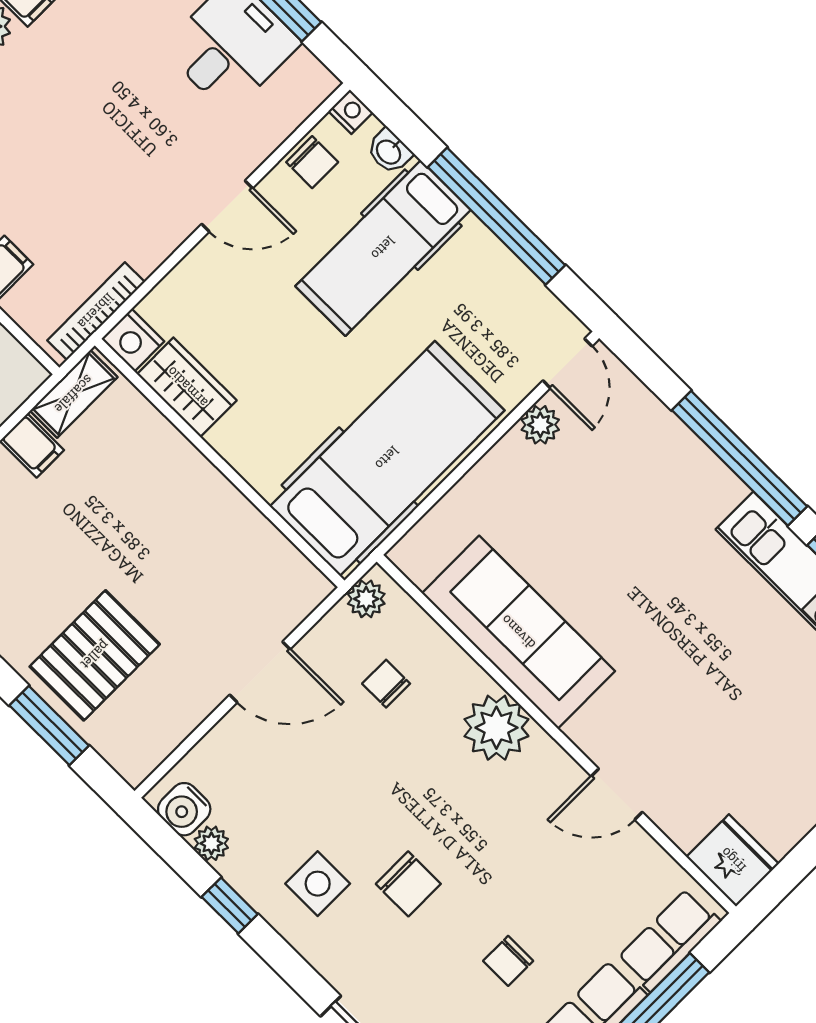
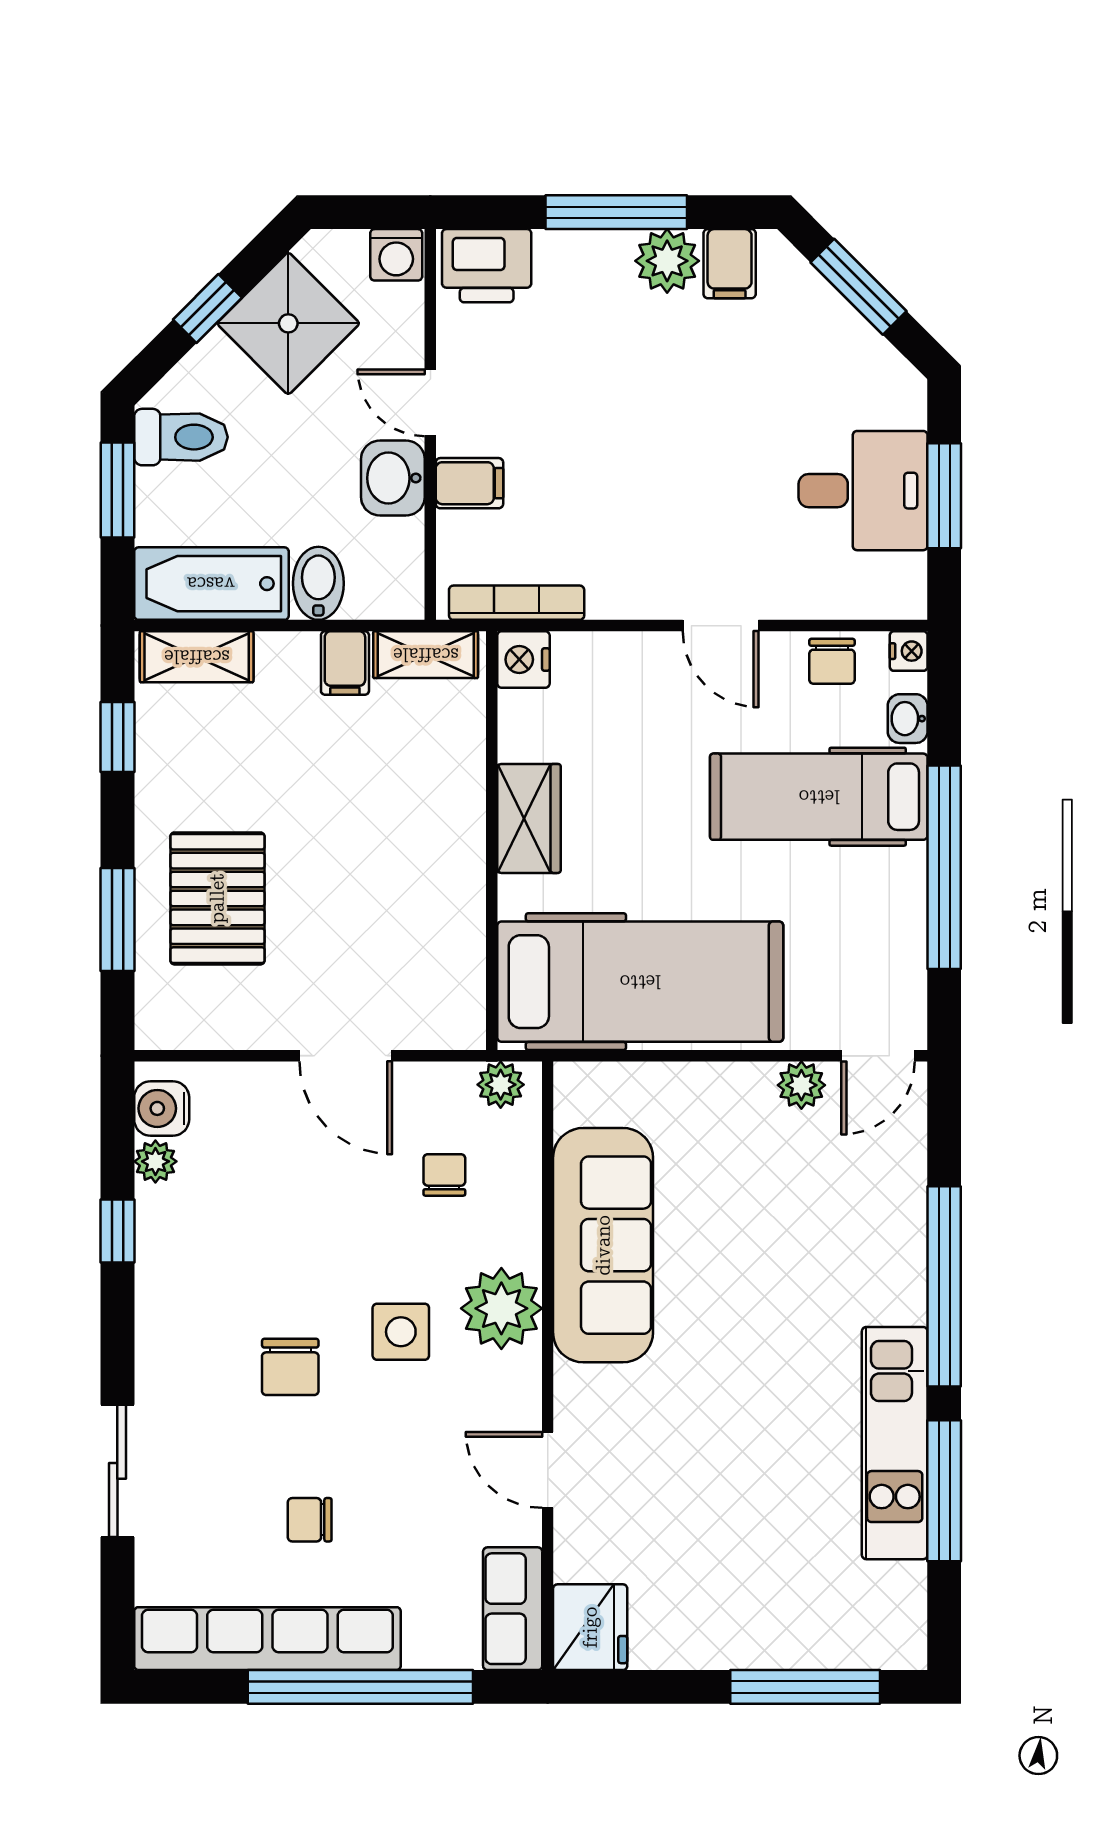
wardrobe: (187, 387) -> (529, 818), moved
pallet: (95, 655) -> (217, 898), turned 90
side table: (318, 884) -> (401, 1332), moved
row of seats: (669, 940) -> (513, 1609), moved, turned -90

